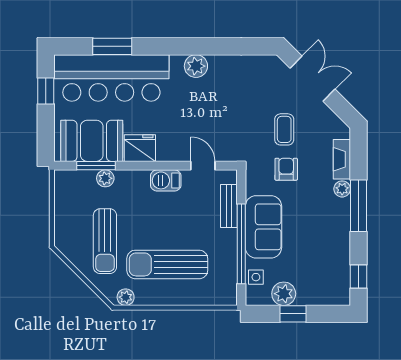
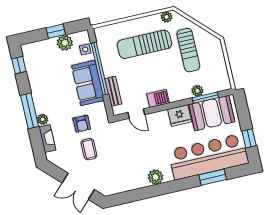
sun lounger: (105, 241) -> (188, 50), turned 180
sun lounger: (167, 264) -> (144, 44), turned 180

